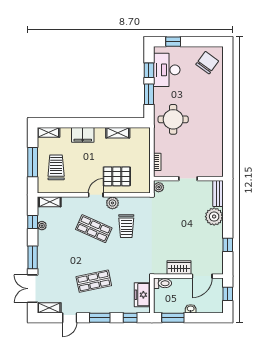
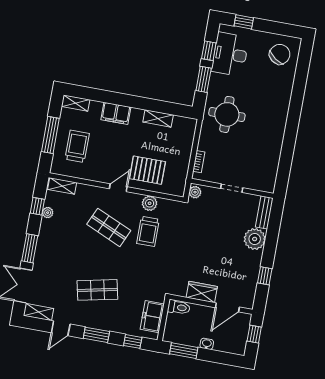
plant: (112, 203) -> (150, 203), moved

